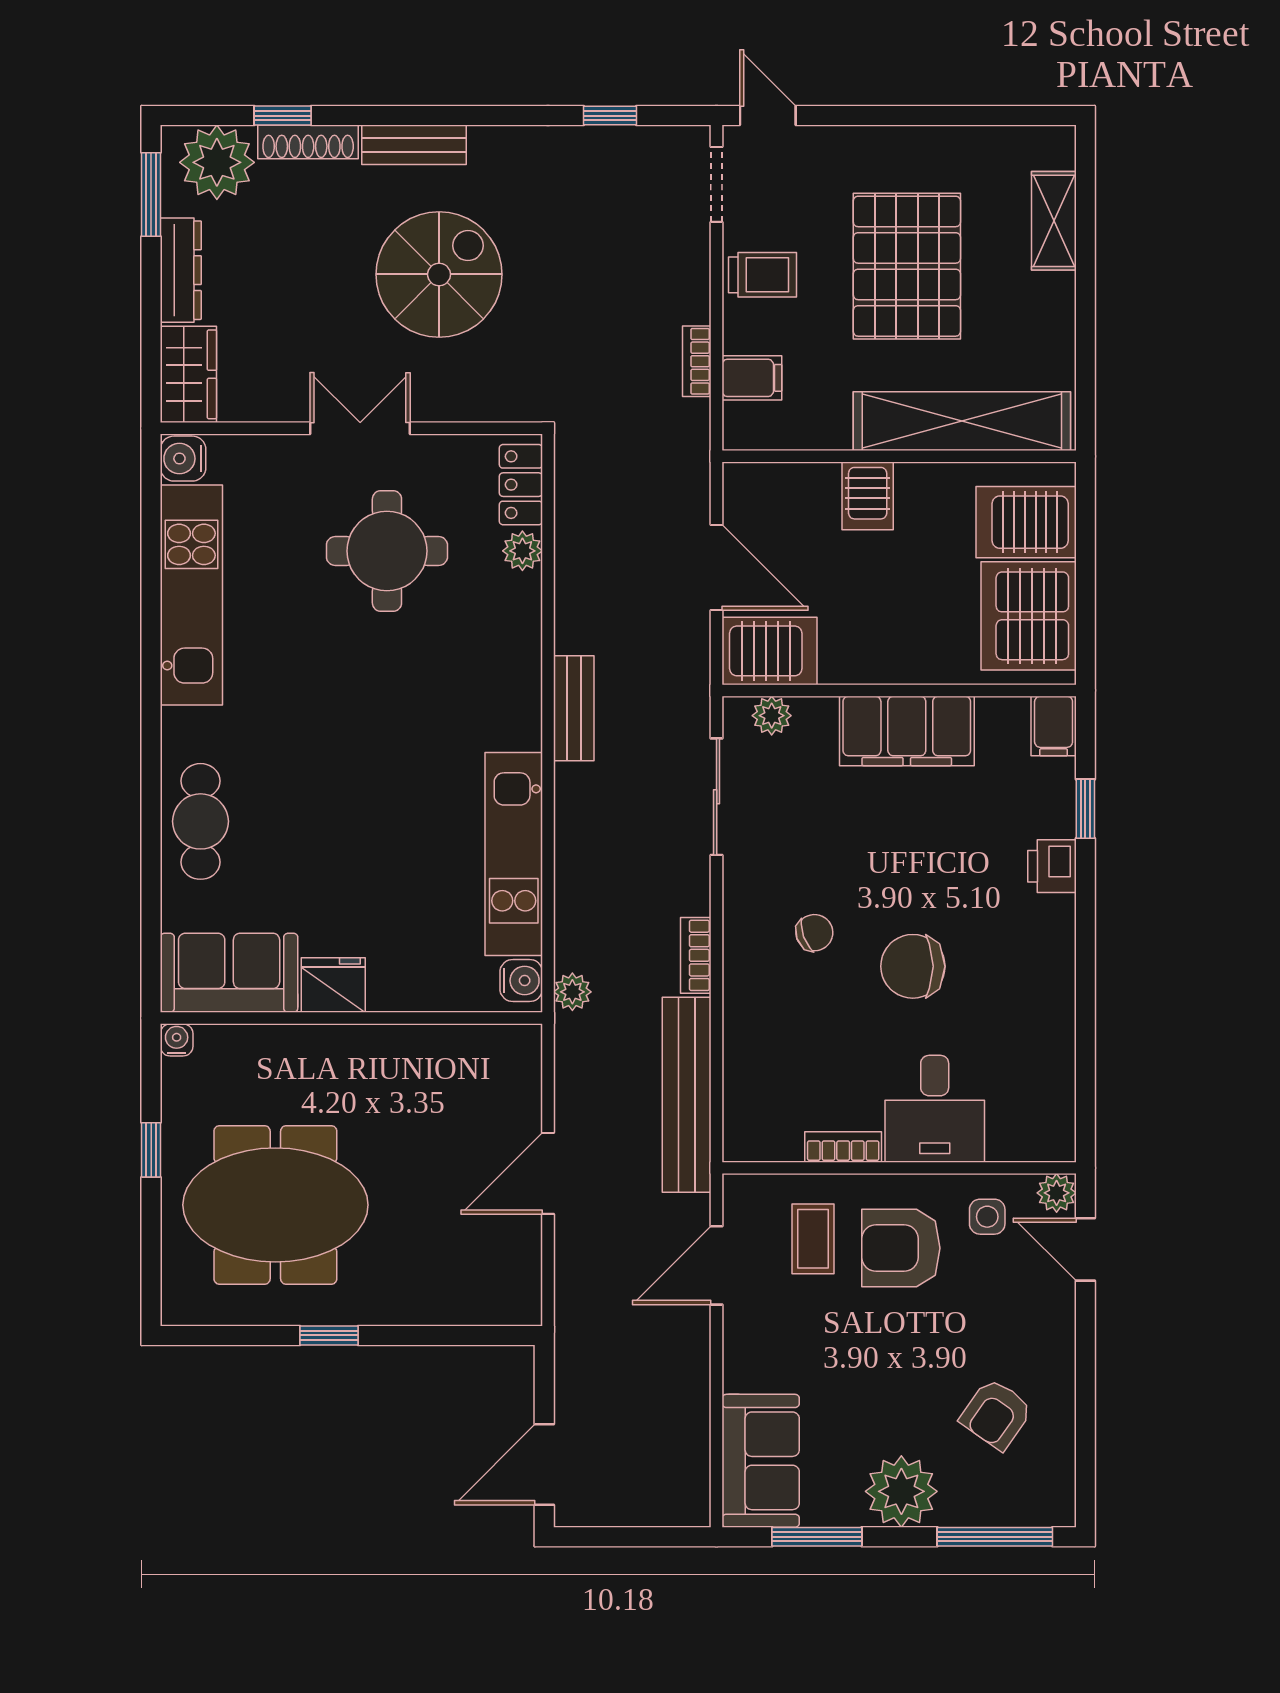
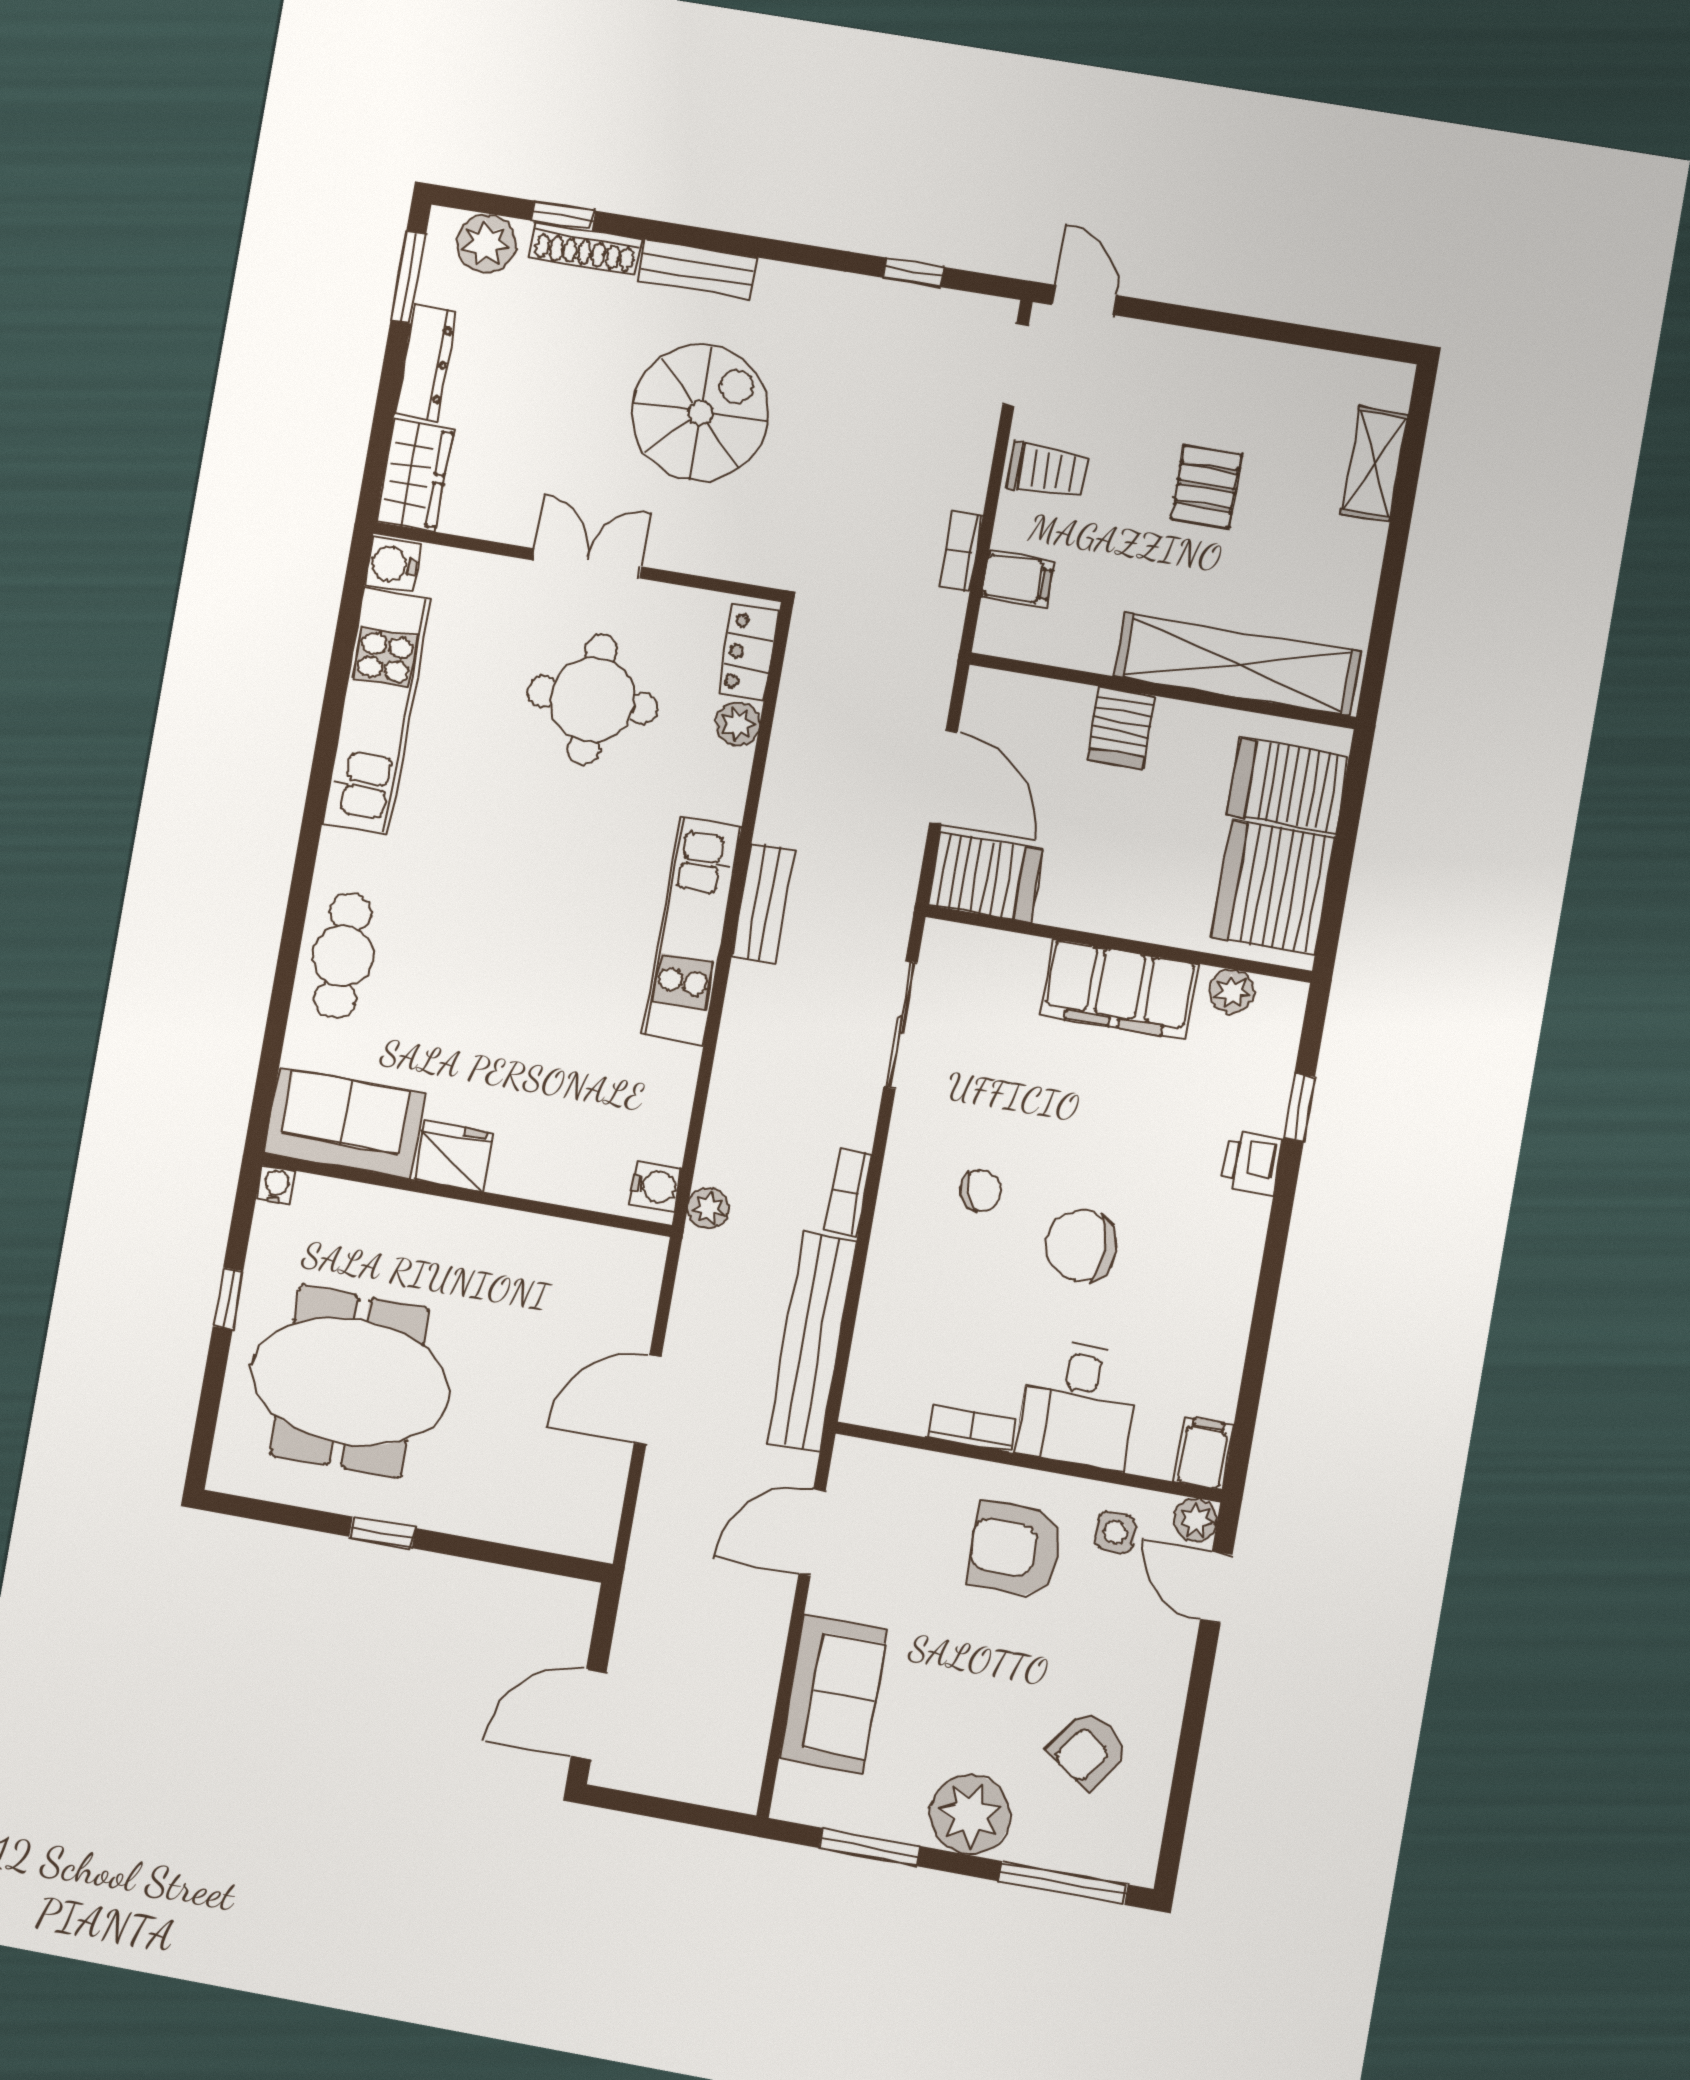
plant: (217, 162) -> (486, 243), width x0.73, depth x0.73
pallet: (907, 266) -> (1206, 487), width x0.49, depth x0.50
plant: (772, 716) -> (1232, 991), moved
filing cabinet: (1054, 726) -> (1204, 1453), moved, turned 180
kitchen unit: (514, 854) -> (692, 931), moved
coffee table: (813, 1239) -> (922, 1522), removed
sofa: (761, 1461) -> (833, 1694), moved

